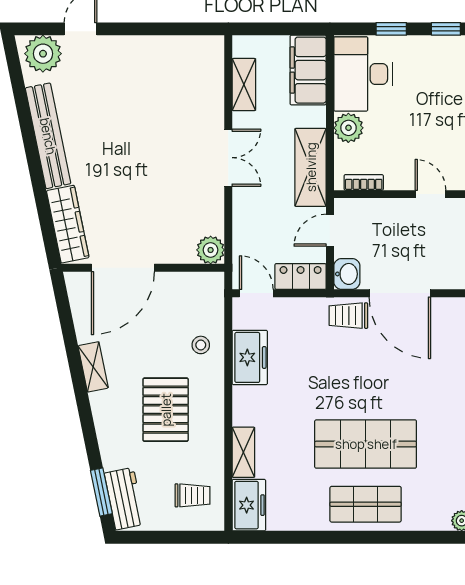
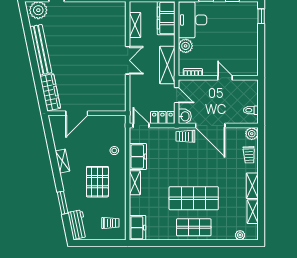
door: (330, 230) -> (177, 95), swing flipped
plant: (211, 250) -> (119, 105), removed
door: (123, 268) -> (77, 113), width x0.73
shelving: (243, 452) -> (135, 183), moved
window: (101, 492) -> (63, 203), moved

